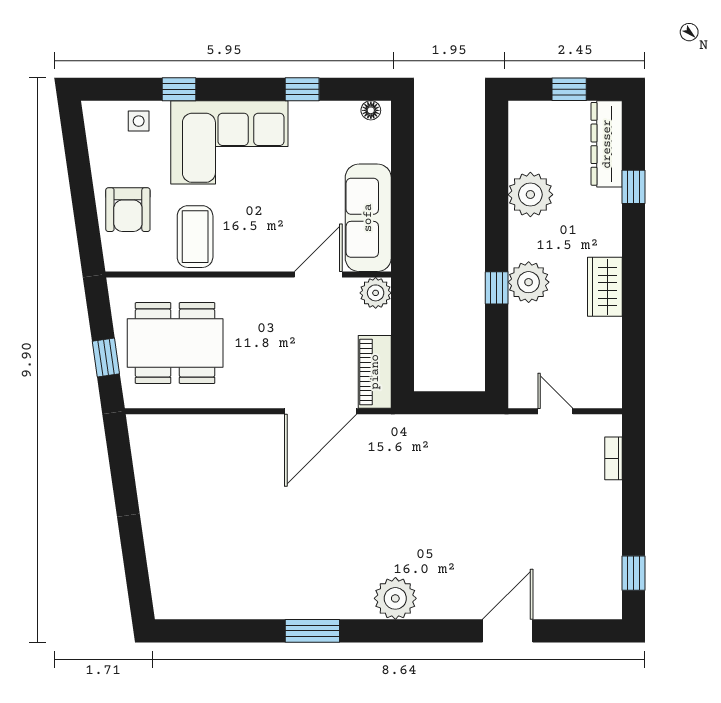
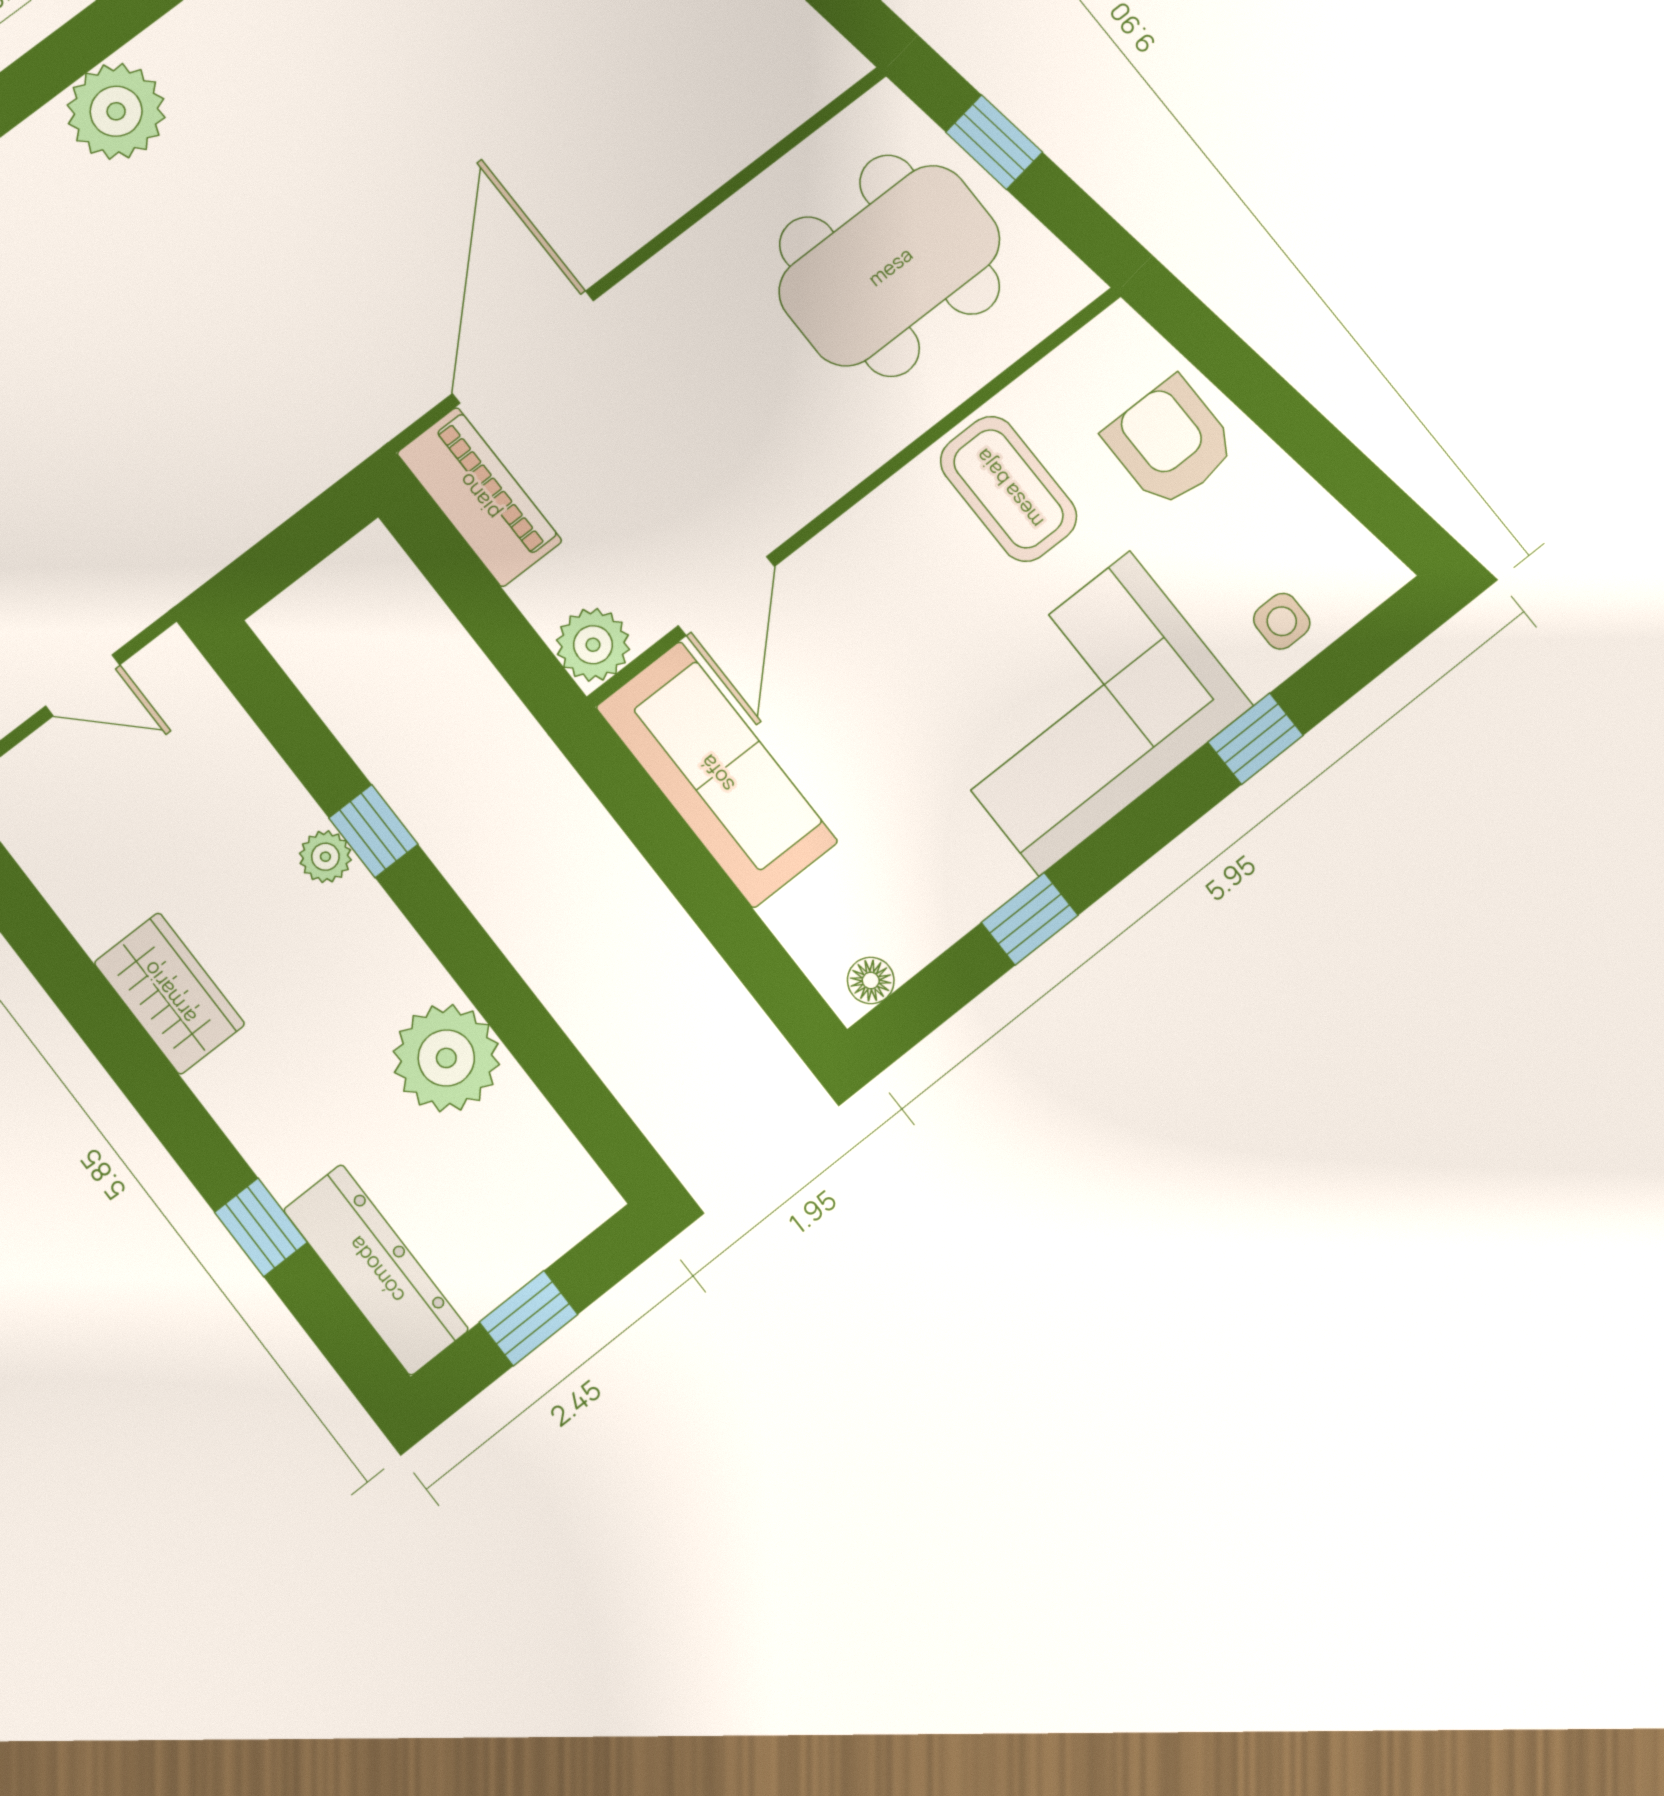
plant: (529, 282) -> (325, 857), width x0.53, depth x0.53

